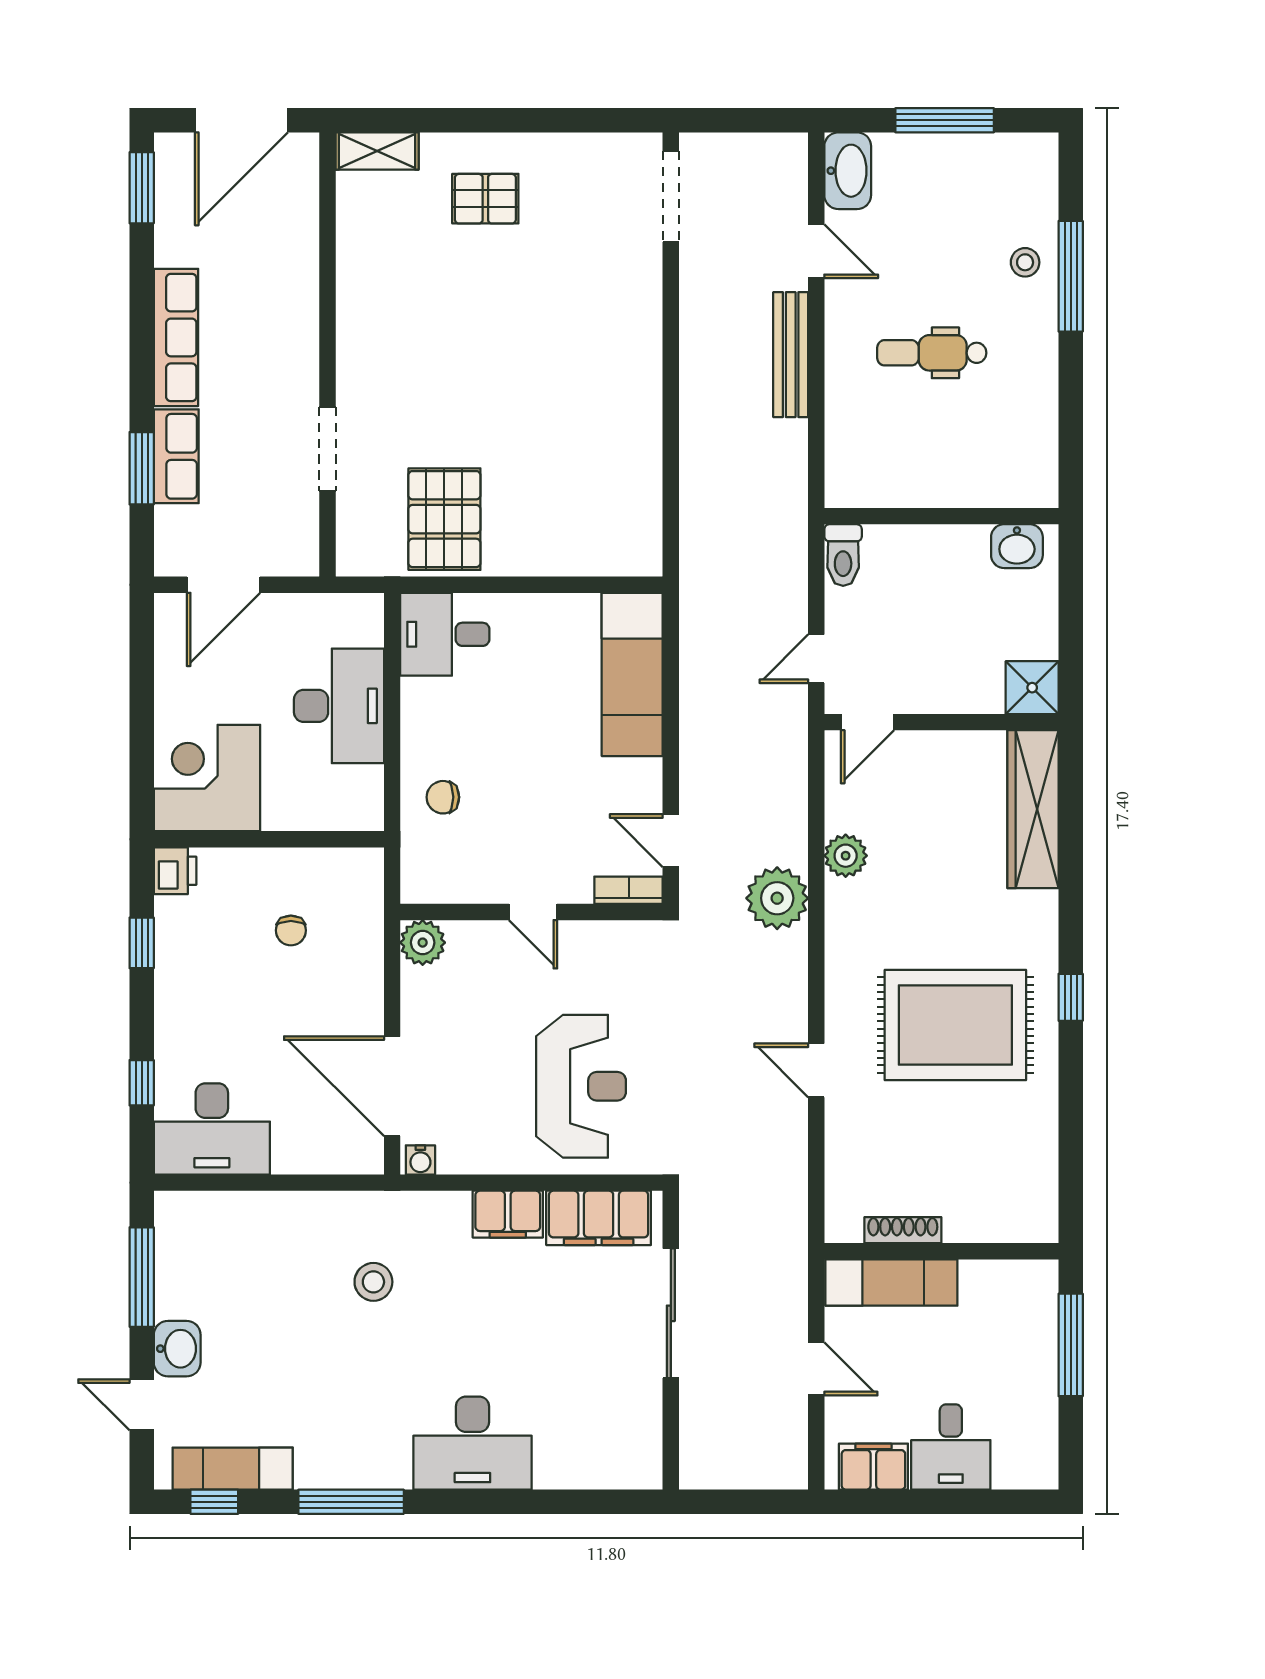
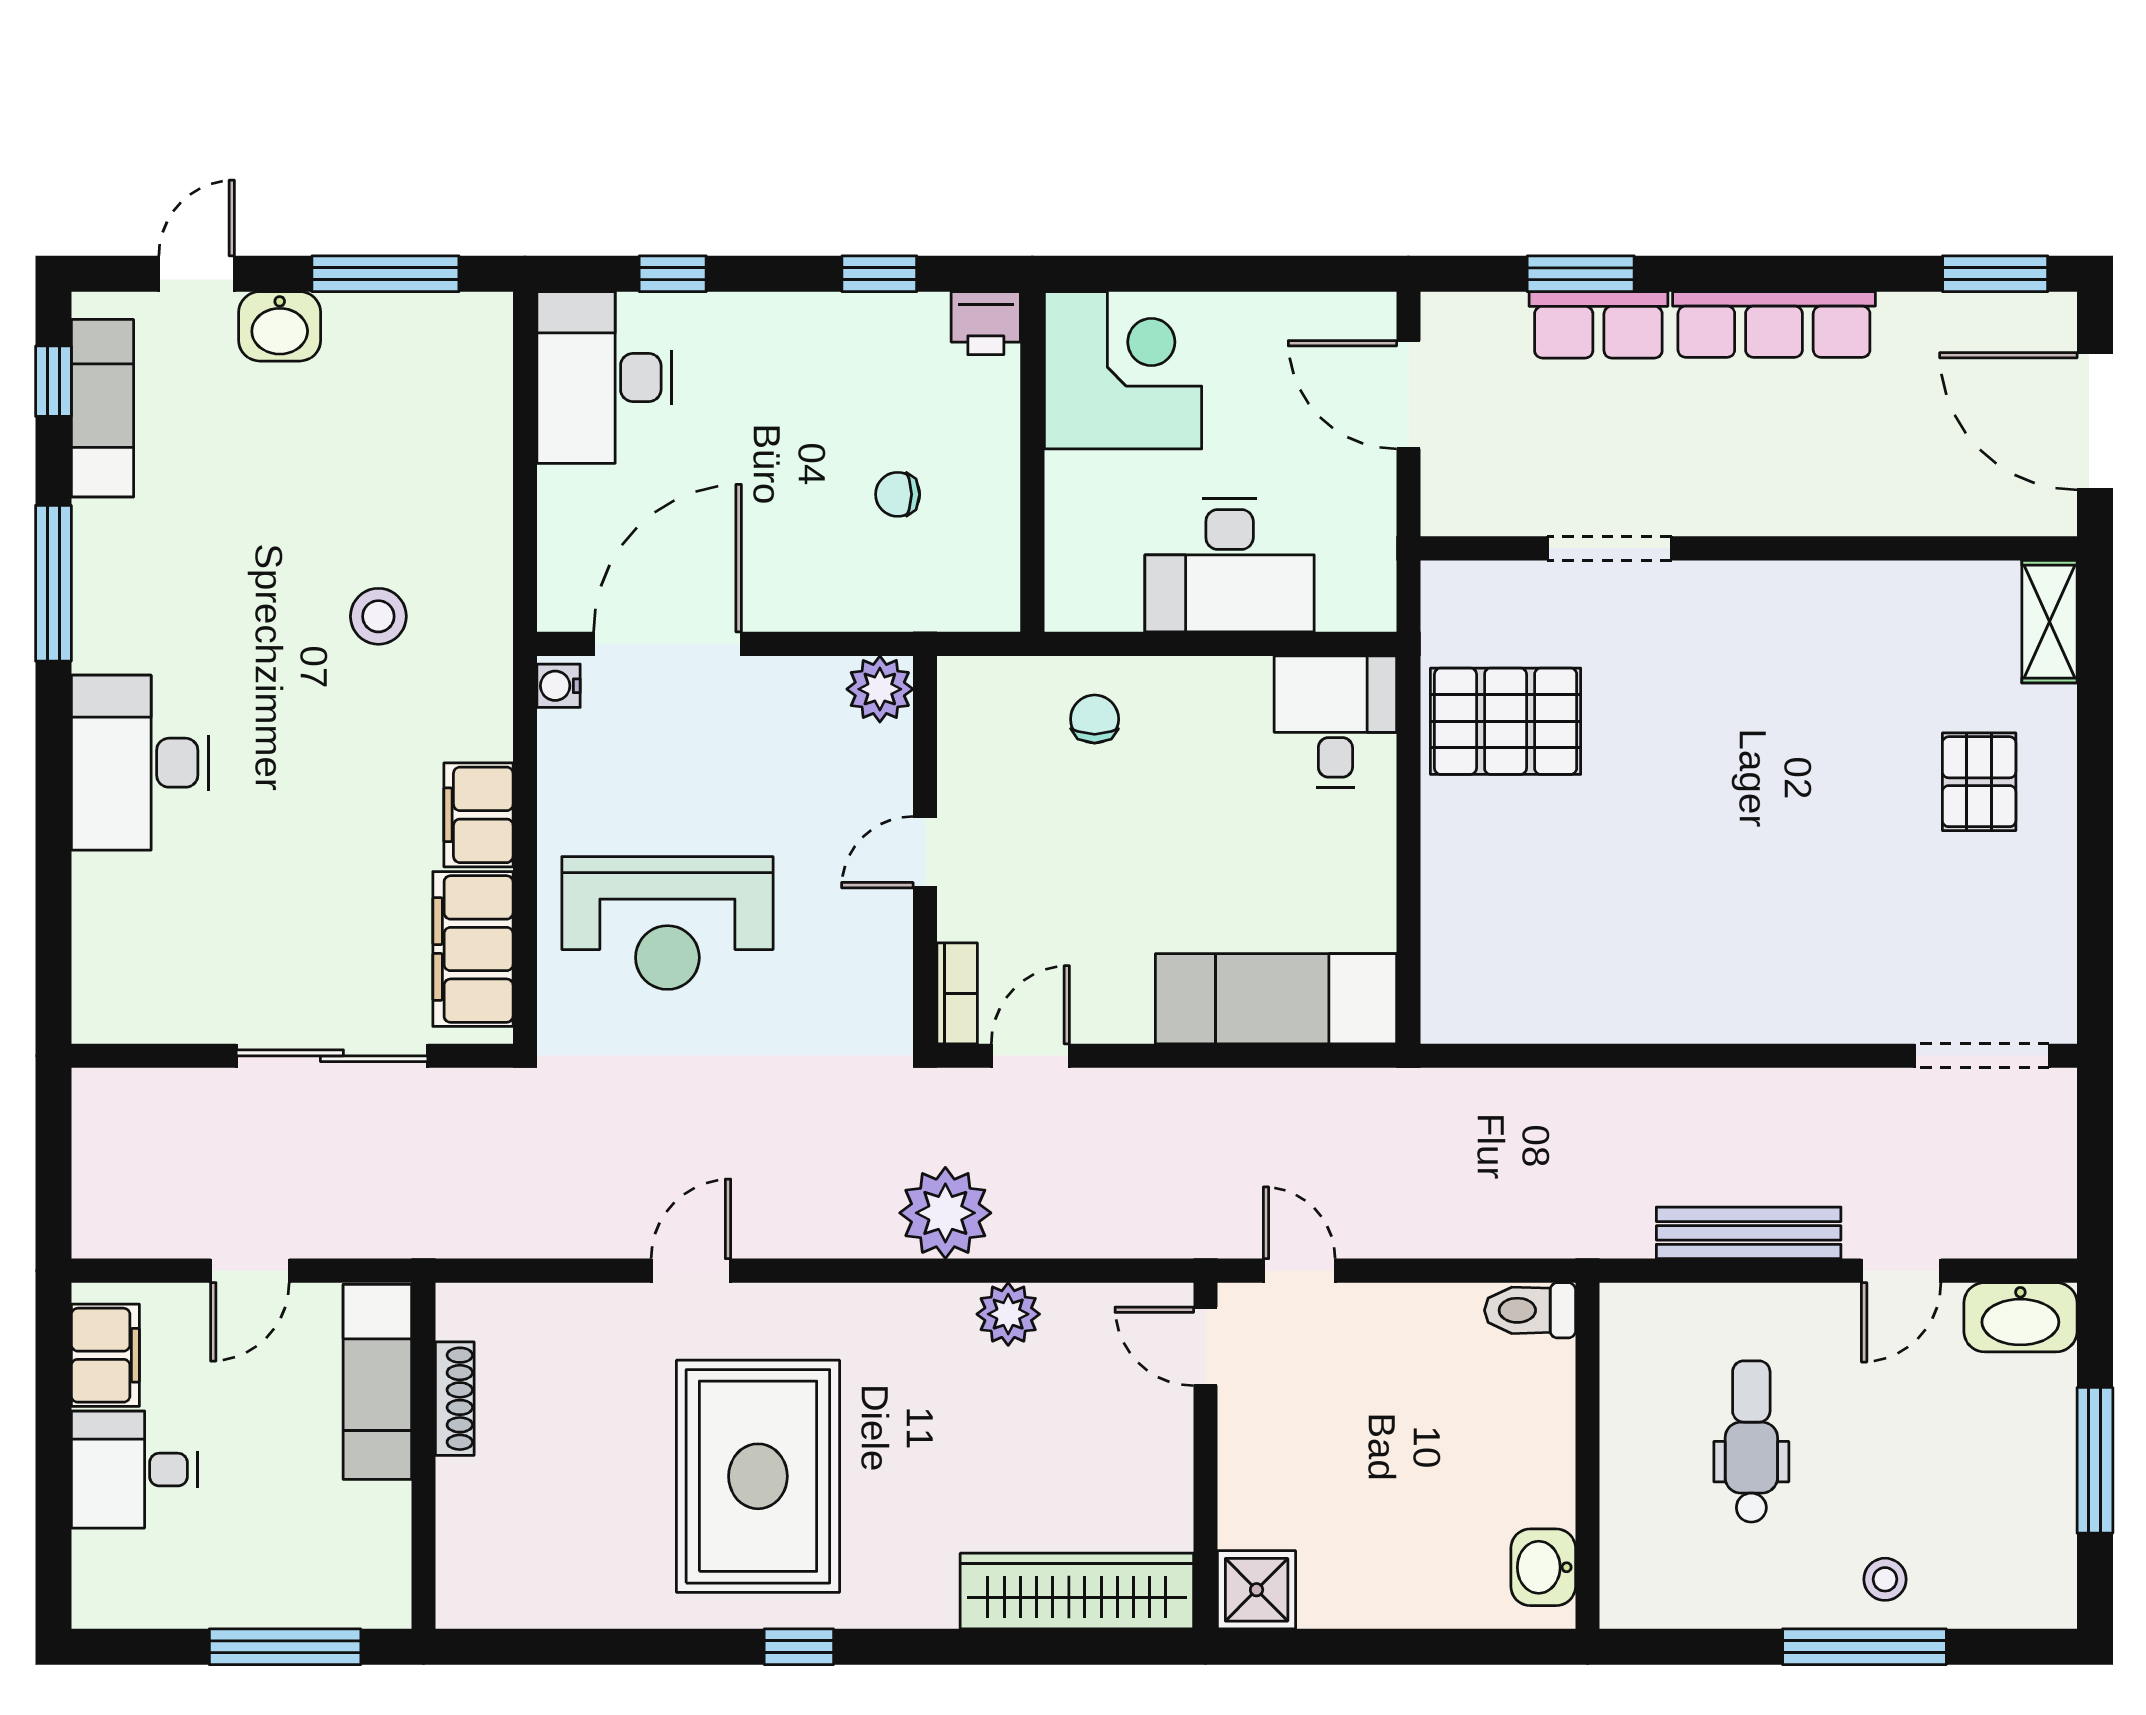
wall: (941, 516) -> (1588, 1456), moved
washbasin: (1017, 546) -> (1543, 1567), moved
toilet: (843, 555) -> (1530, 1310), moved

